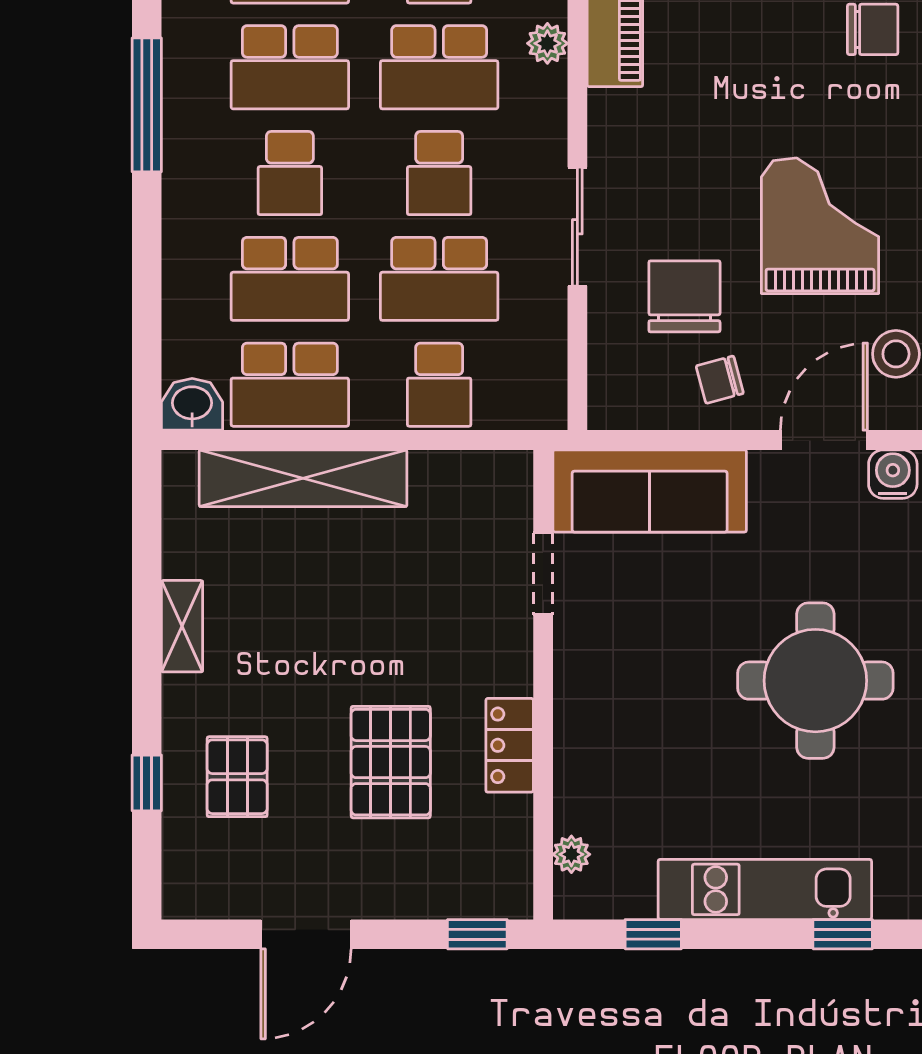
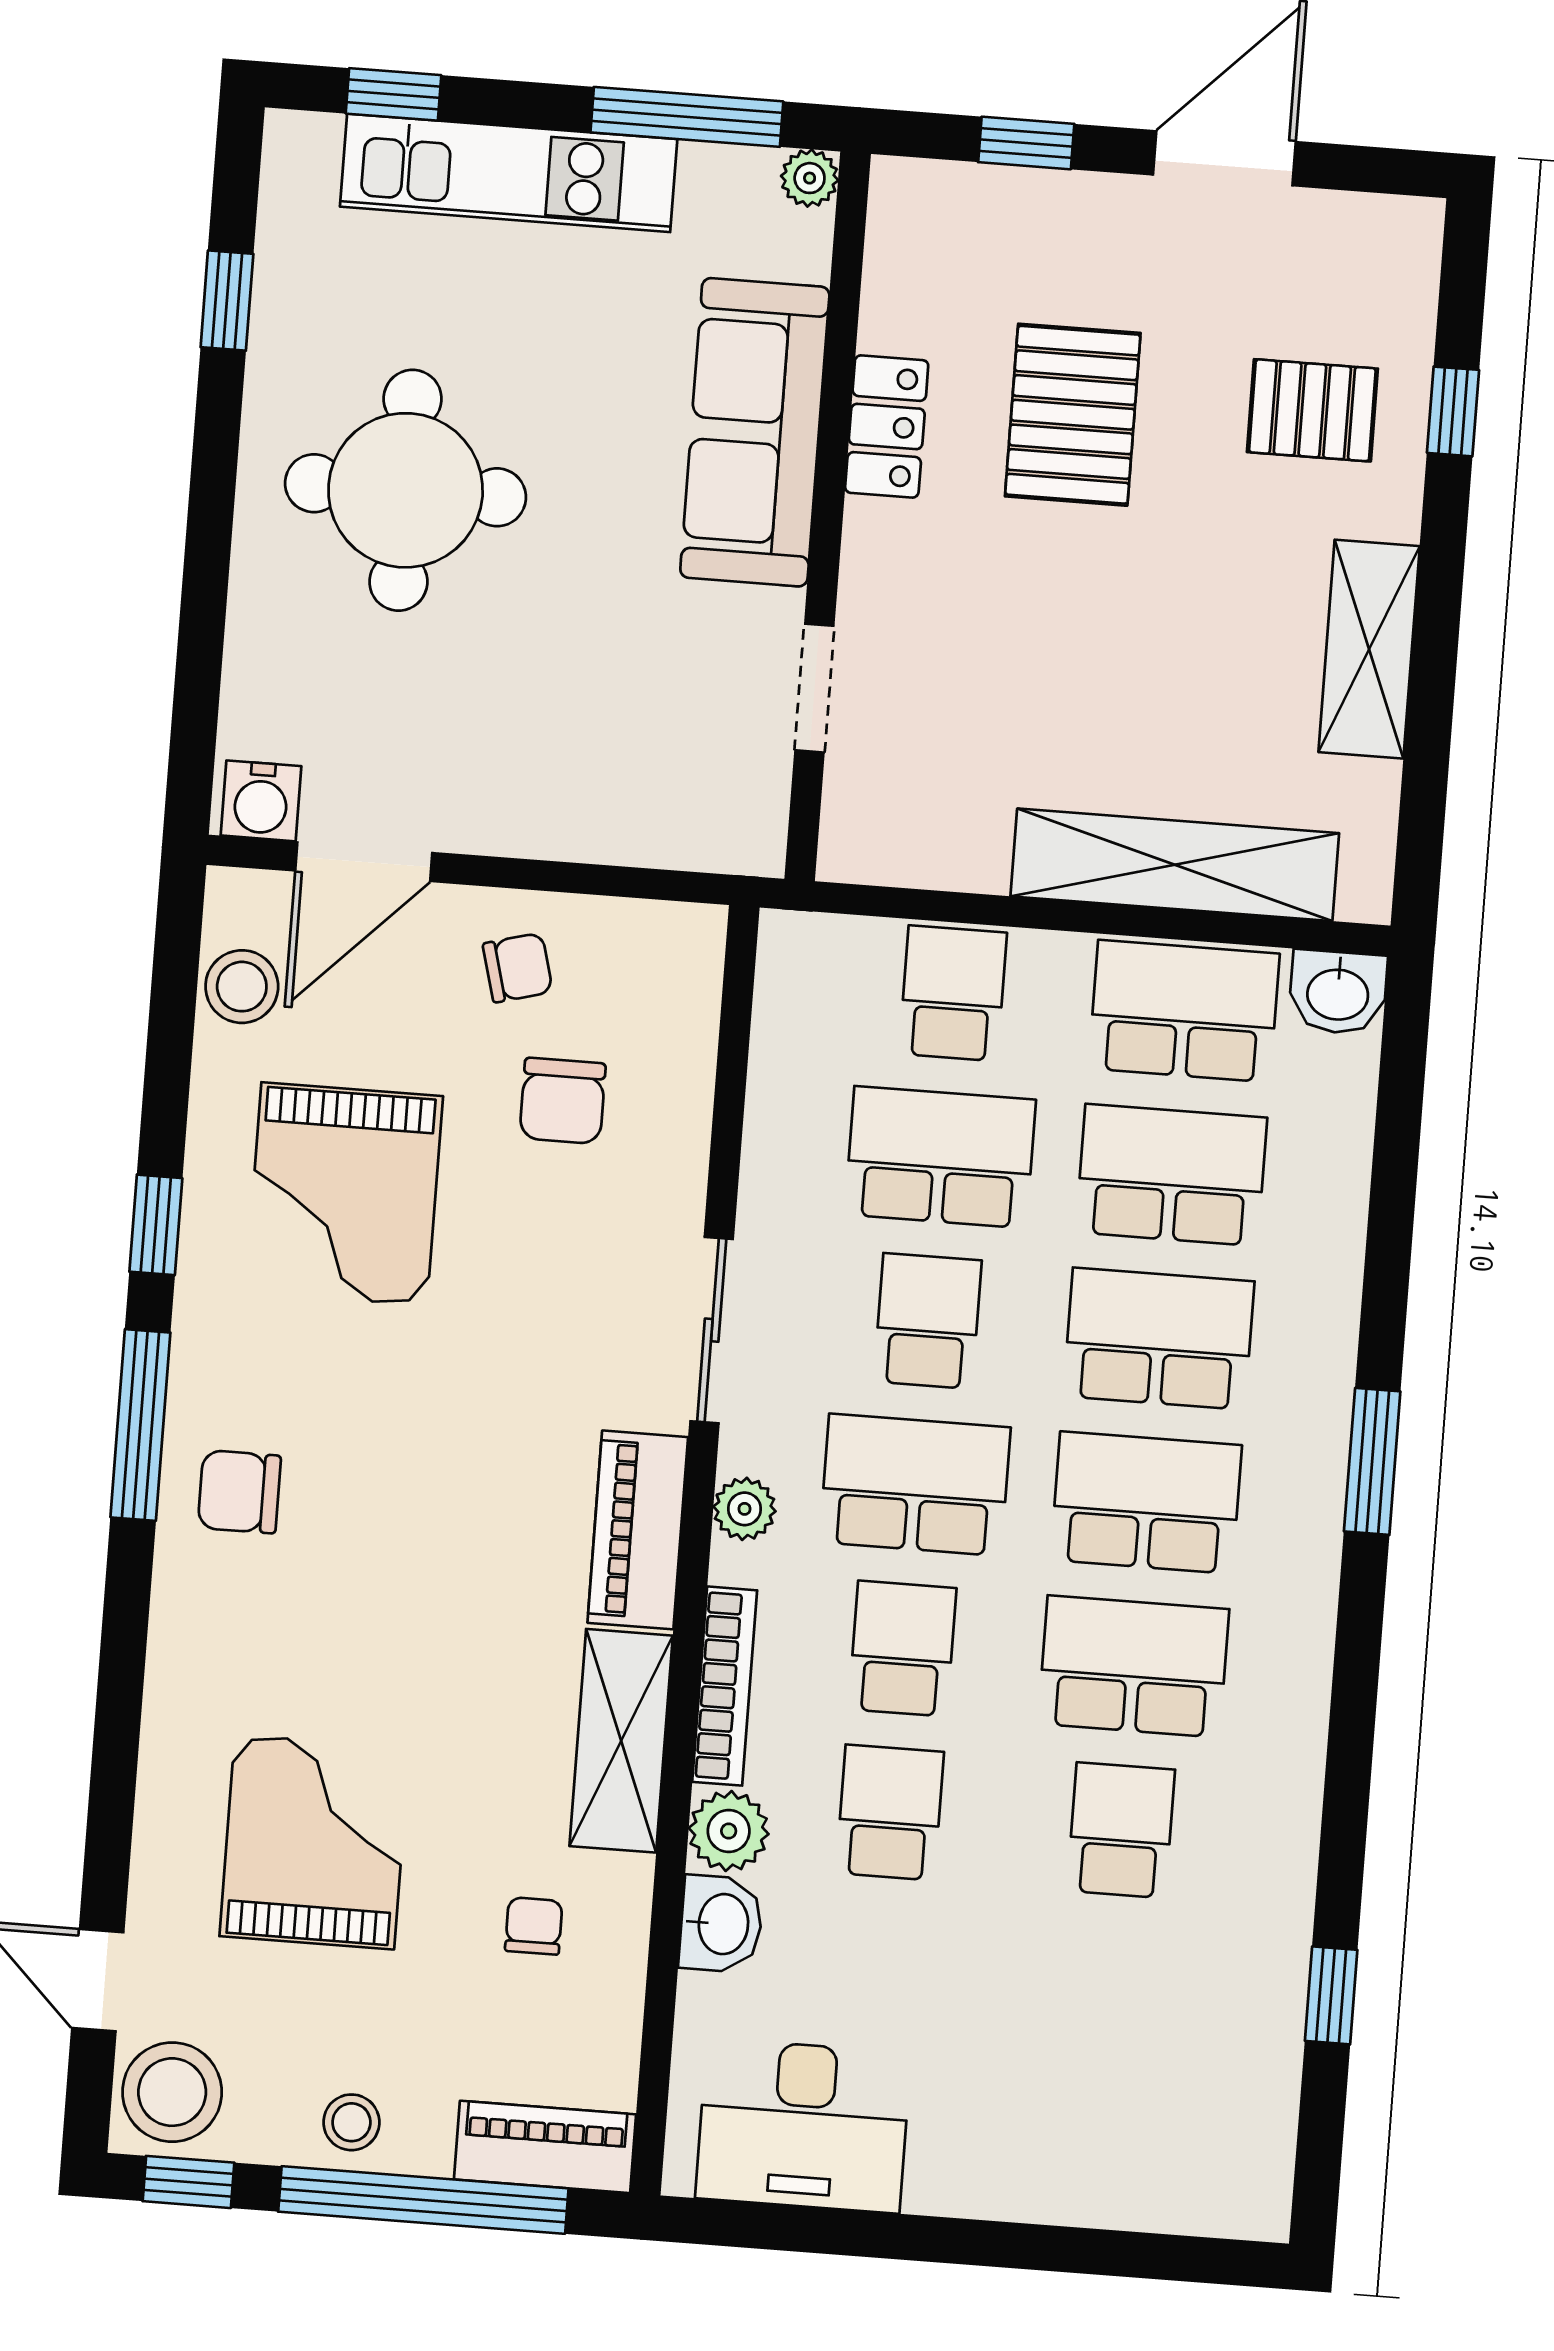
window: (147, 105) -> (1372, 1461), width x0.69
school desk: (290, 173) -> (1159, 1339), width x1.85
sliding door: (577, 227) -> (712, 1330), moved
chair: (684, 296) -> (563, 1101), width x0.73, depth x0.73
sofa: (650, 491) -> (755, 432), moved, turned -90
shelving: (182, 626) -> (1369, 649), width x1.50, depth x1.33
pallet: (237, 777) -> (1312, 410), turned 90
plant: (571, 854) -> (810, 178), moved
window: (477, 934) -> (1026, 143), moved
window: (653, 934) -> (687, 117), width x2.17

